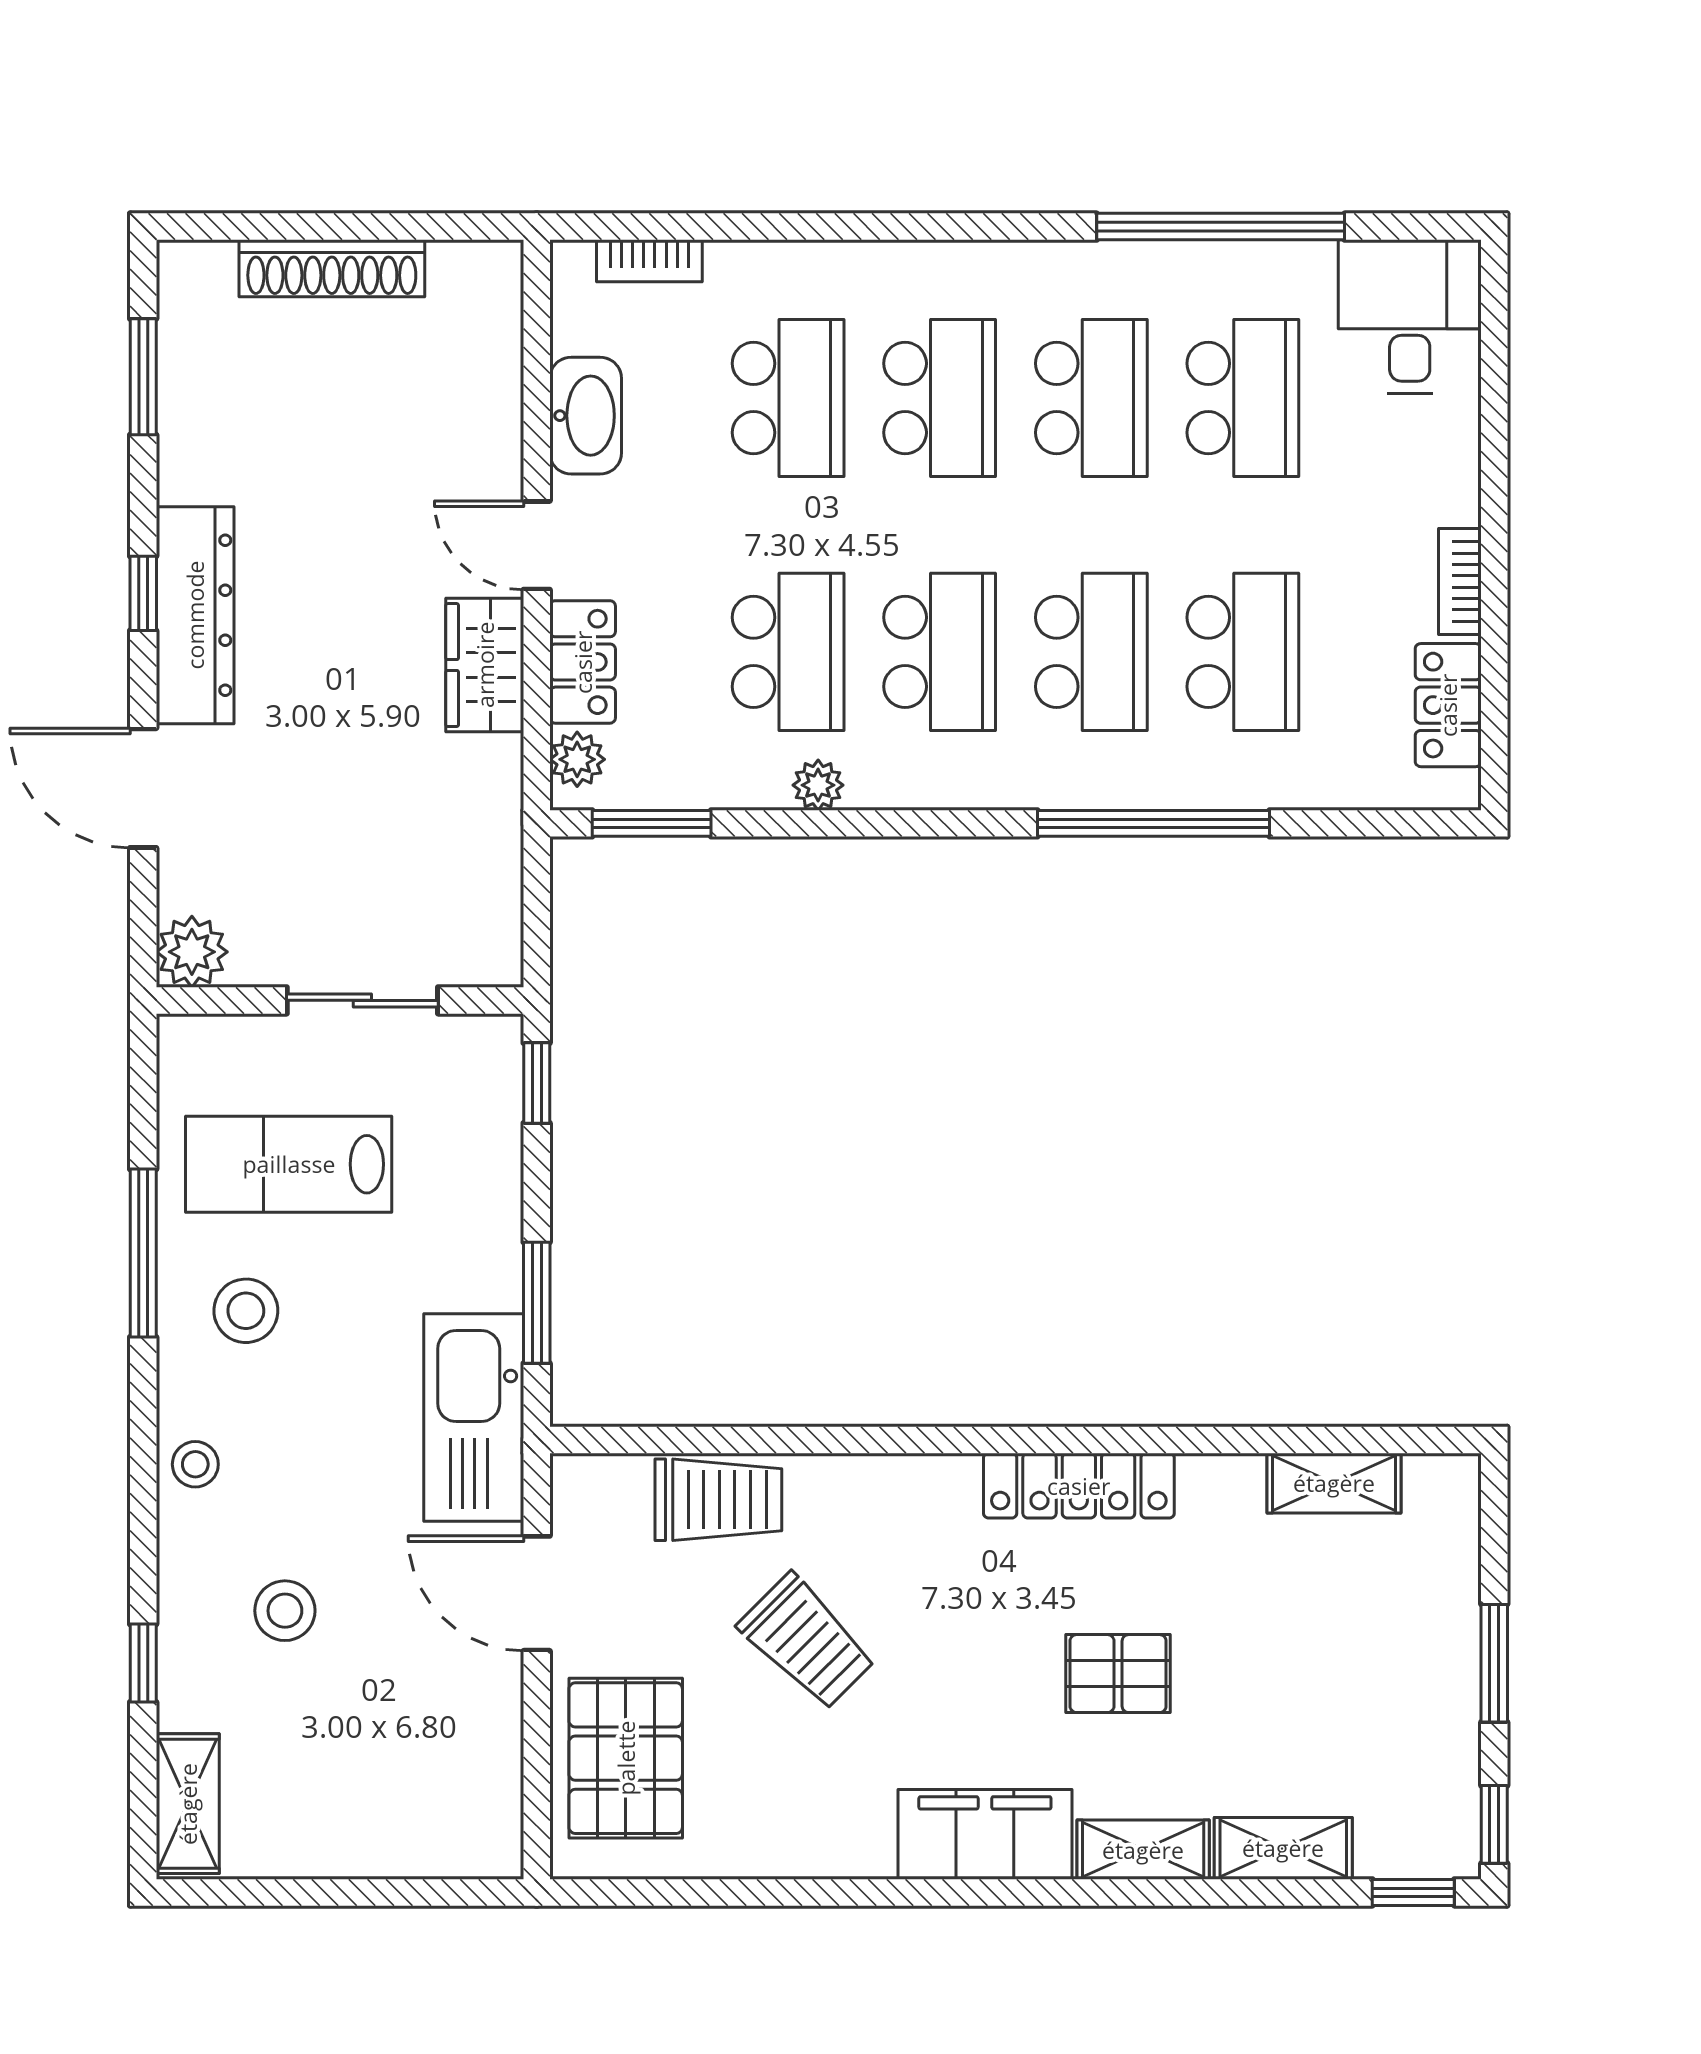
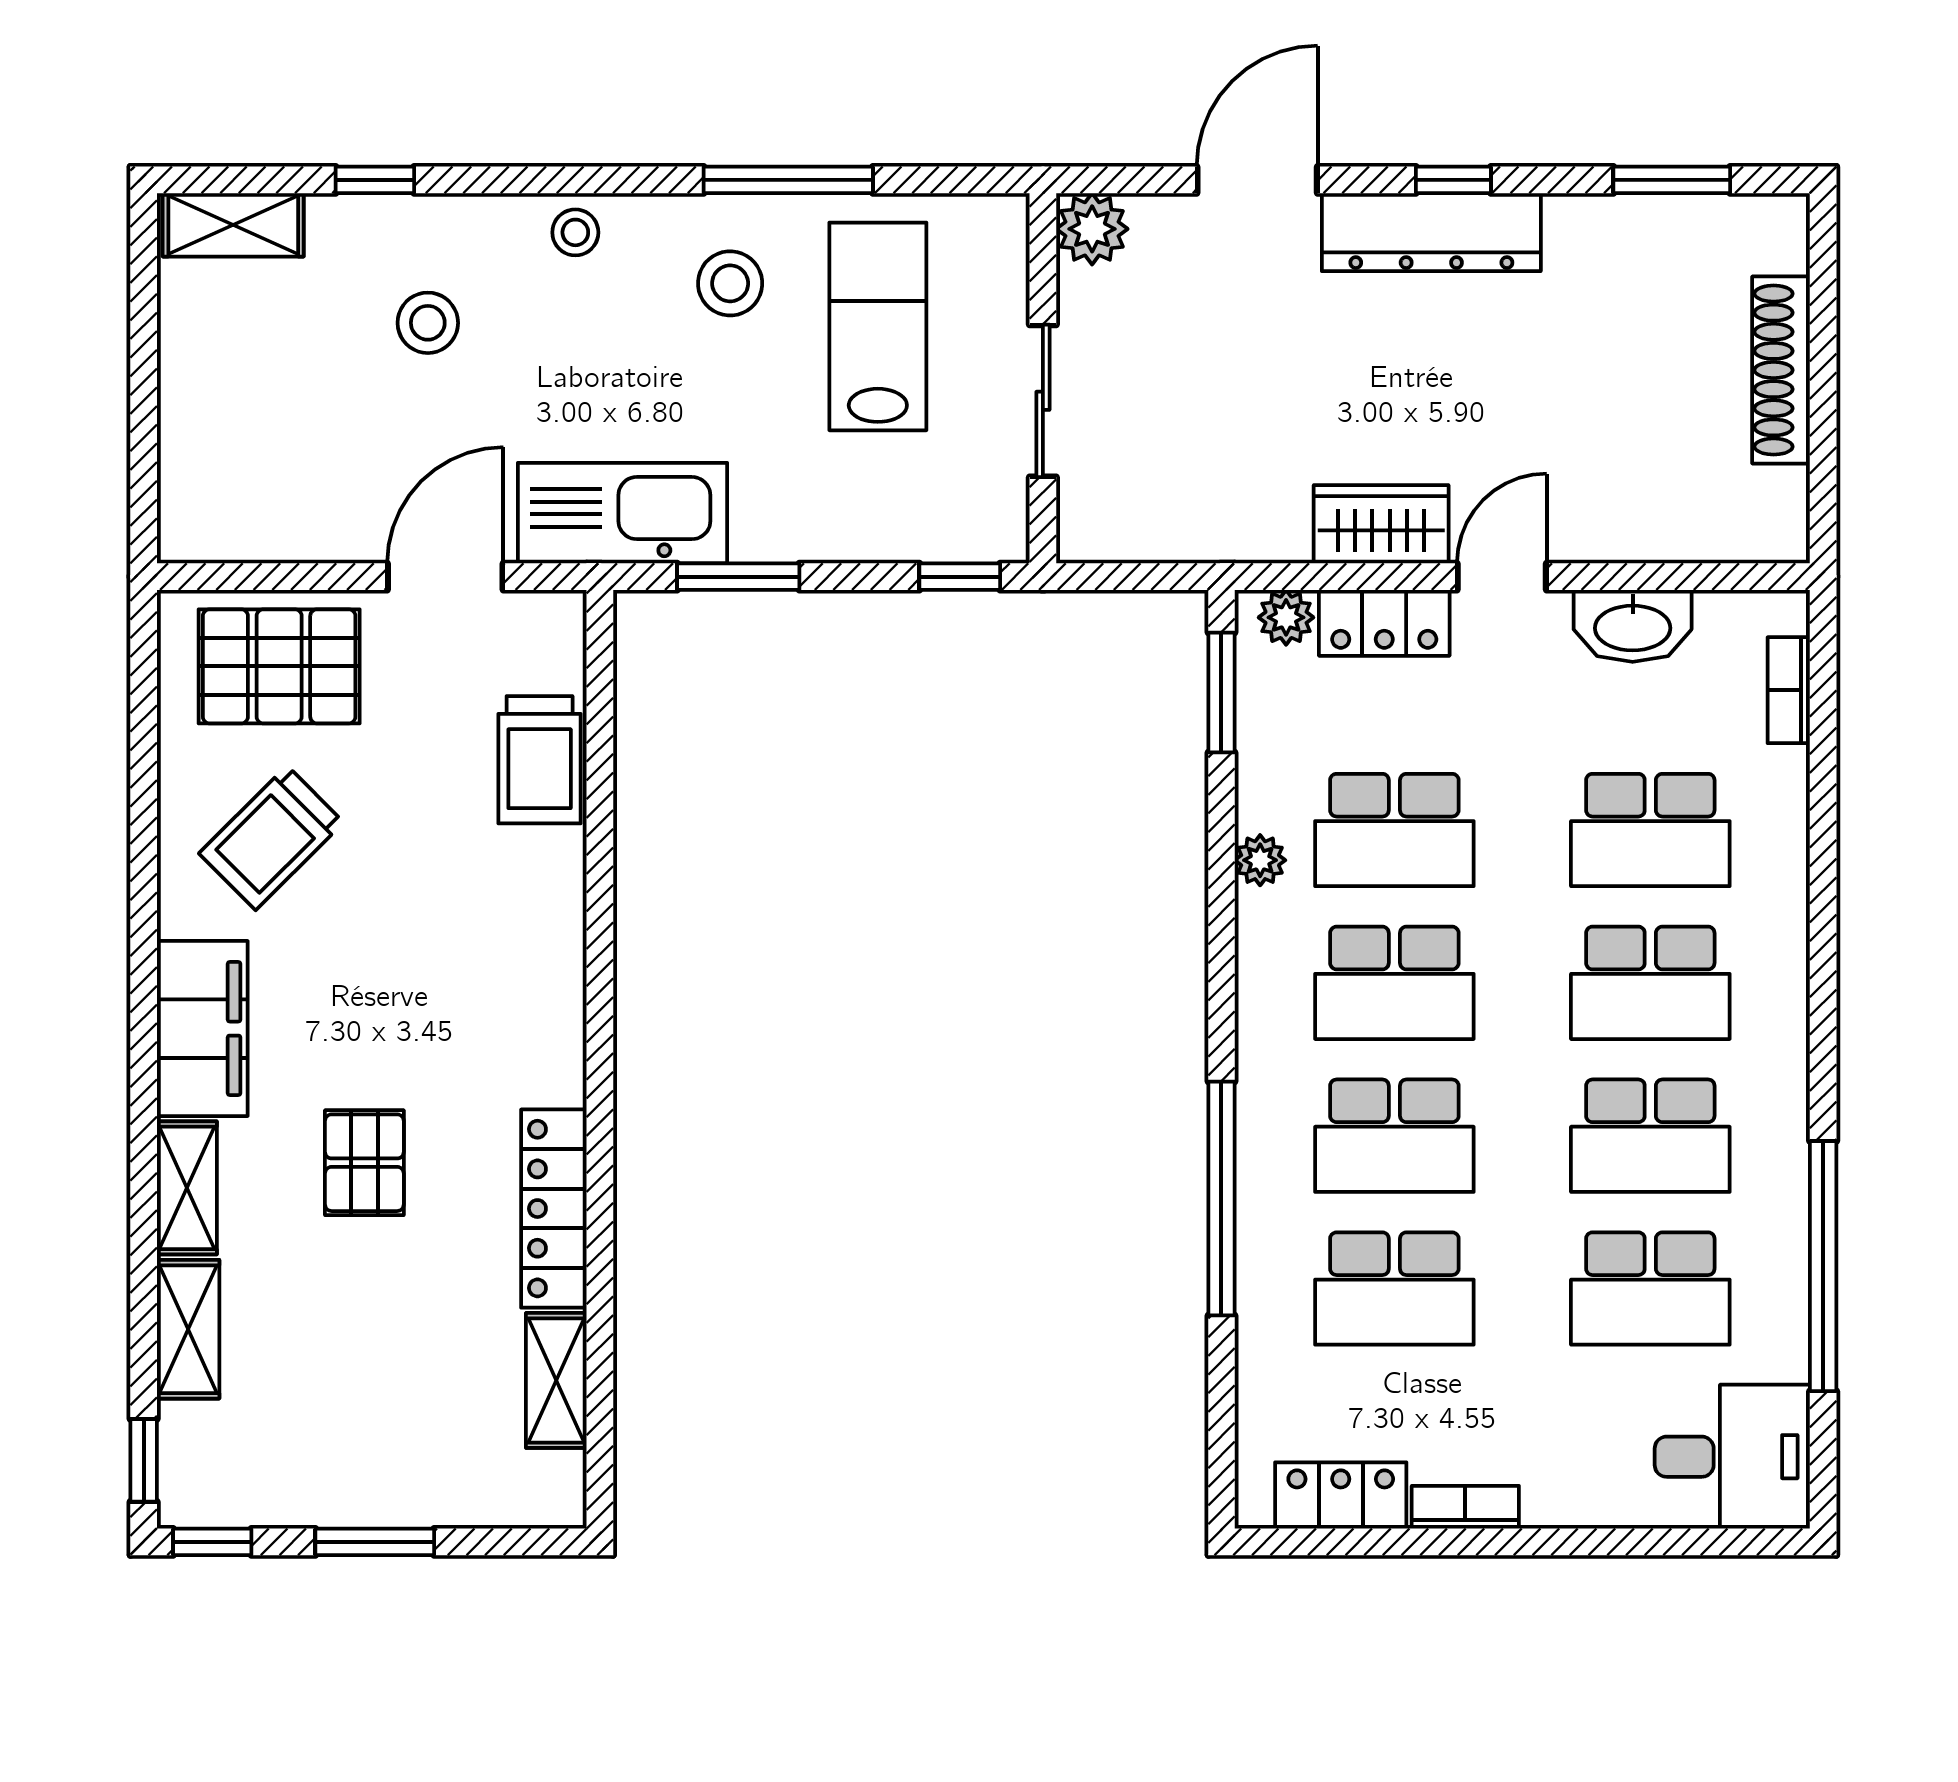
locker: (1079, 1486) -> (554, 1209), moved
trolley: (807, 1642) -> (271, 838), moved

